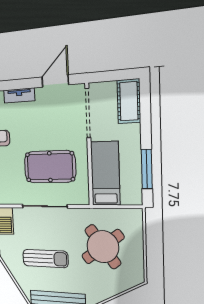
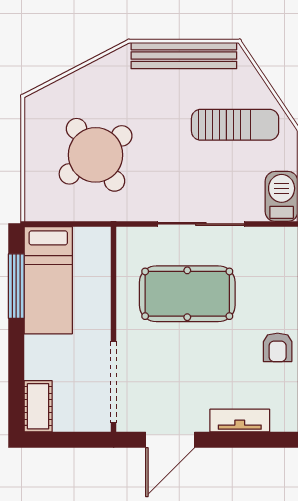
cot: (129, 101) -> (38, 406), width x0.73, depth x0.75
bed: (105, 173) -> (48, 280), moved
sun lounger: (45, 259) -> (235, 125), moved, turned 180

